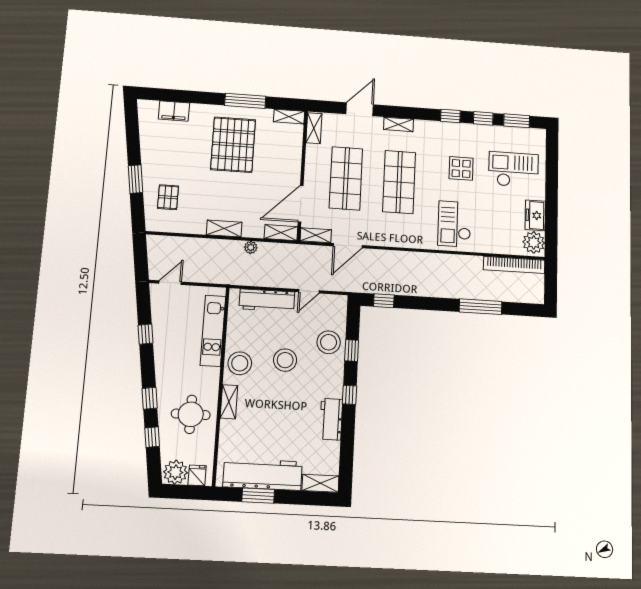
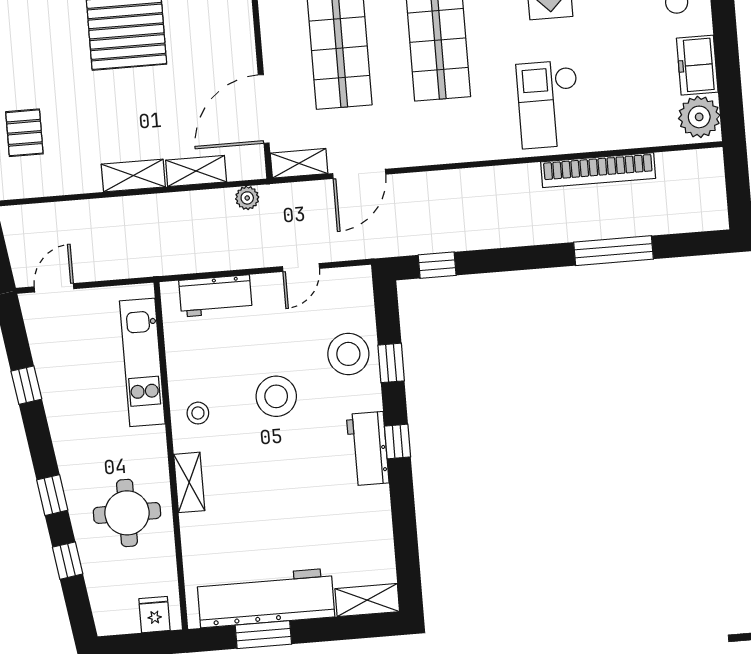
shelving: (281, 233) -> (196, 171), moved
plant: (251, 247) -> (247, 198), moved
bookcase: (514, 265) -> (598, 170), moved
workbench: (267, 300) -> (215, 296), width x0.73
stool: (240, 363) -> (198, 413), width x0.53, depth x0.53
workbench: (331, 419) -> (368, 449), moved
plant: (175, 472) -> (117, 614), removed

